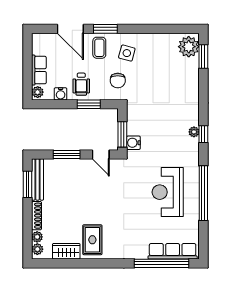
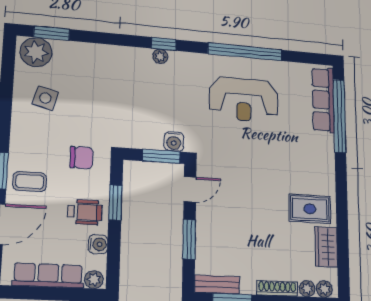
side table: (127, 53) -> (45, 98), moved
row of seats: (39, 70) -> (48, 275), width x1.48
bench: (38, 179) -> (217, 285), width x0.73

